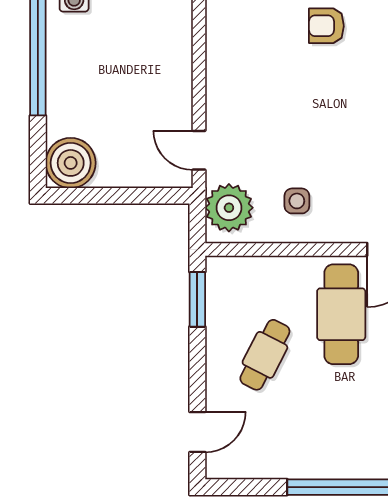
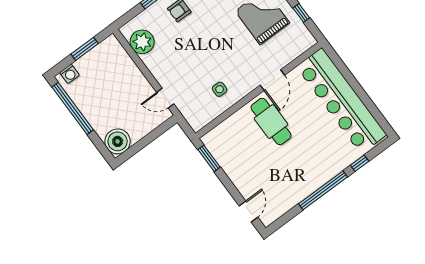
plant: (229, 208) -> (142, 42), moved
cafe table: (265, 355) -> (253, 160), removed

